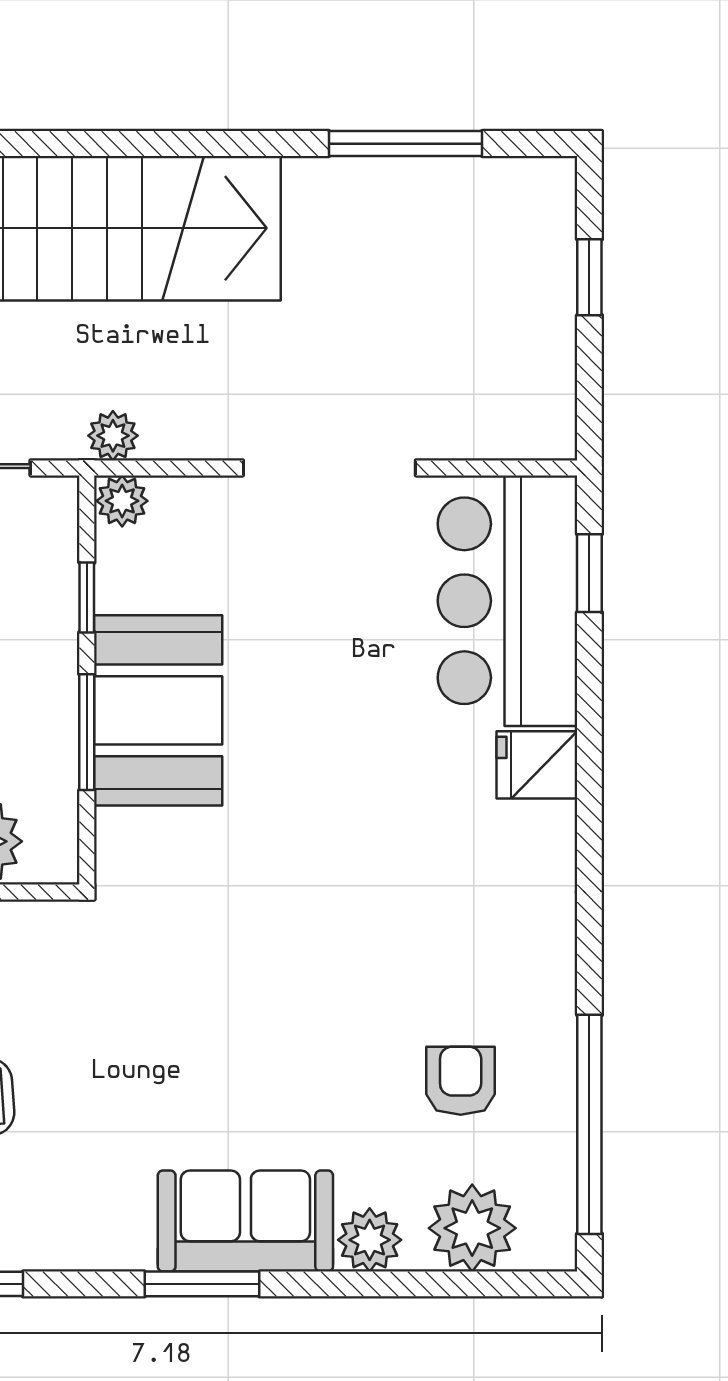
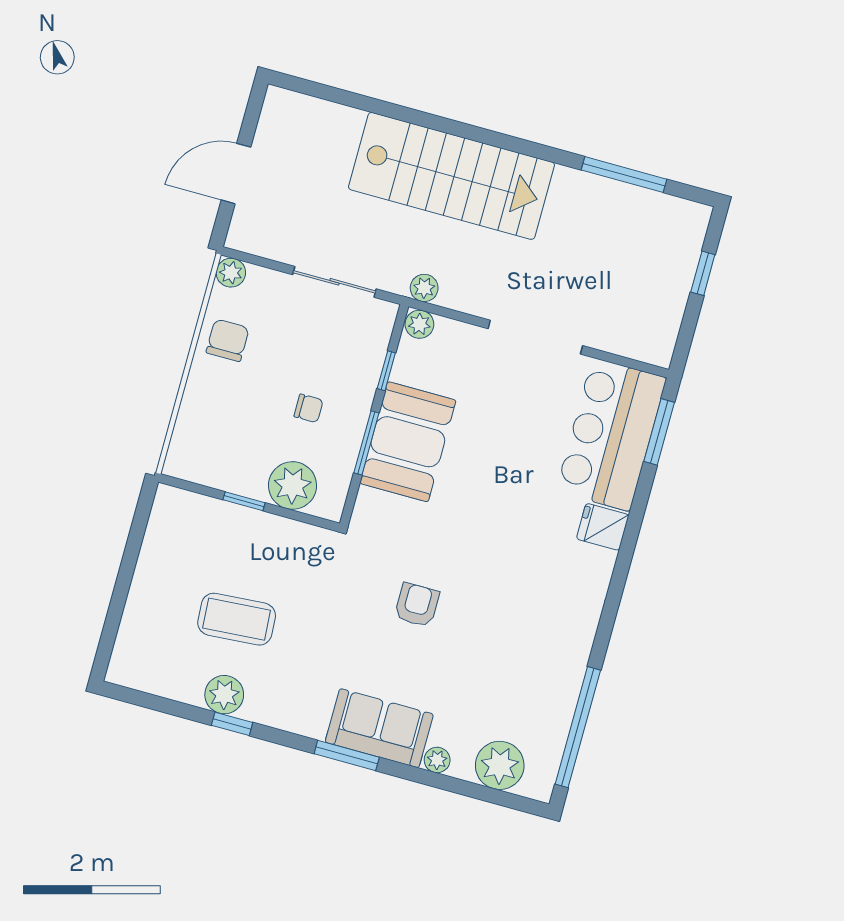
window: (589, 573) -> (659, 432), width x1.50
armchair: (461, 1081) -> (417, 605), moved
plant: (370, 1240) -> (437, 760), width x0.73, depth x0.73

